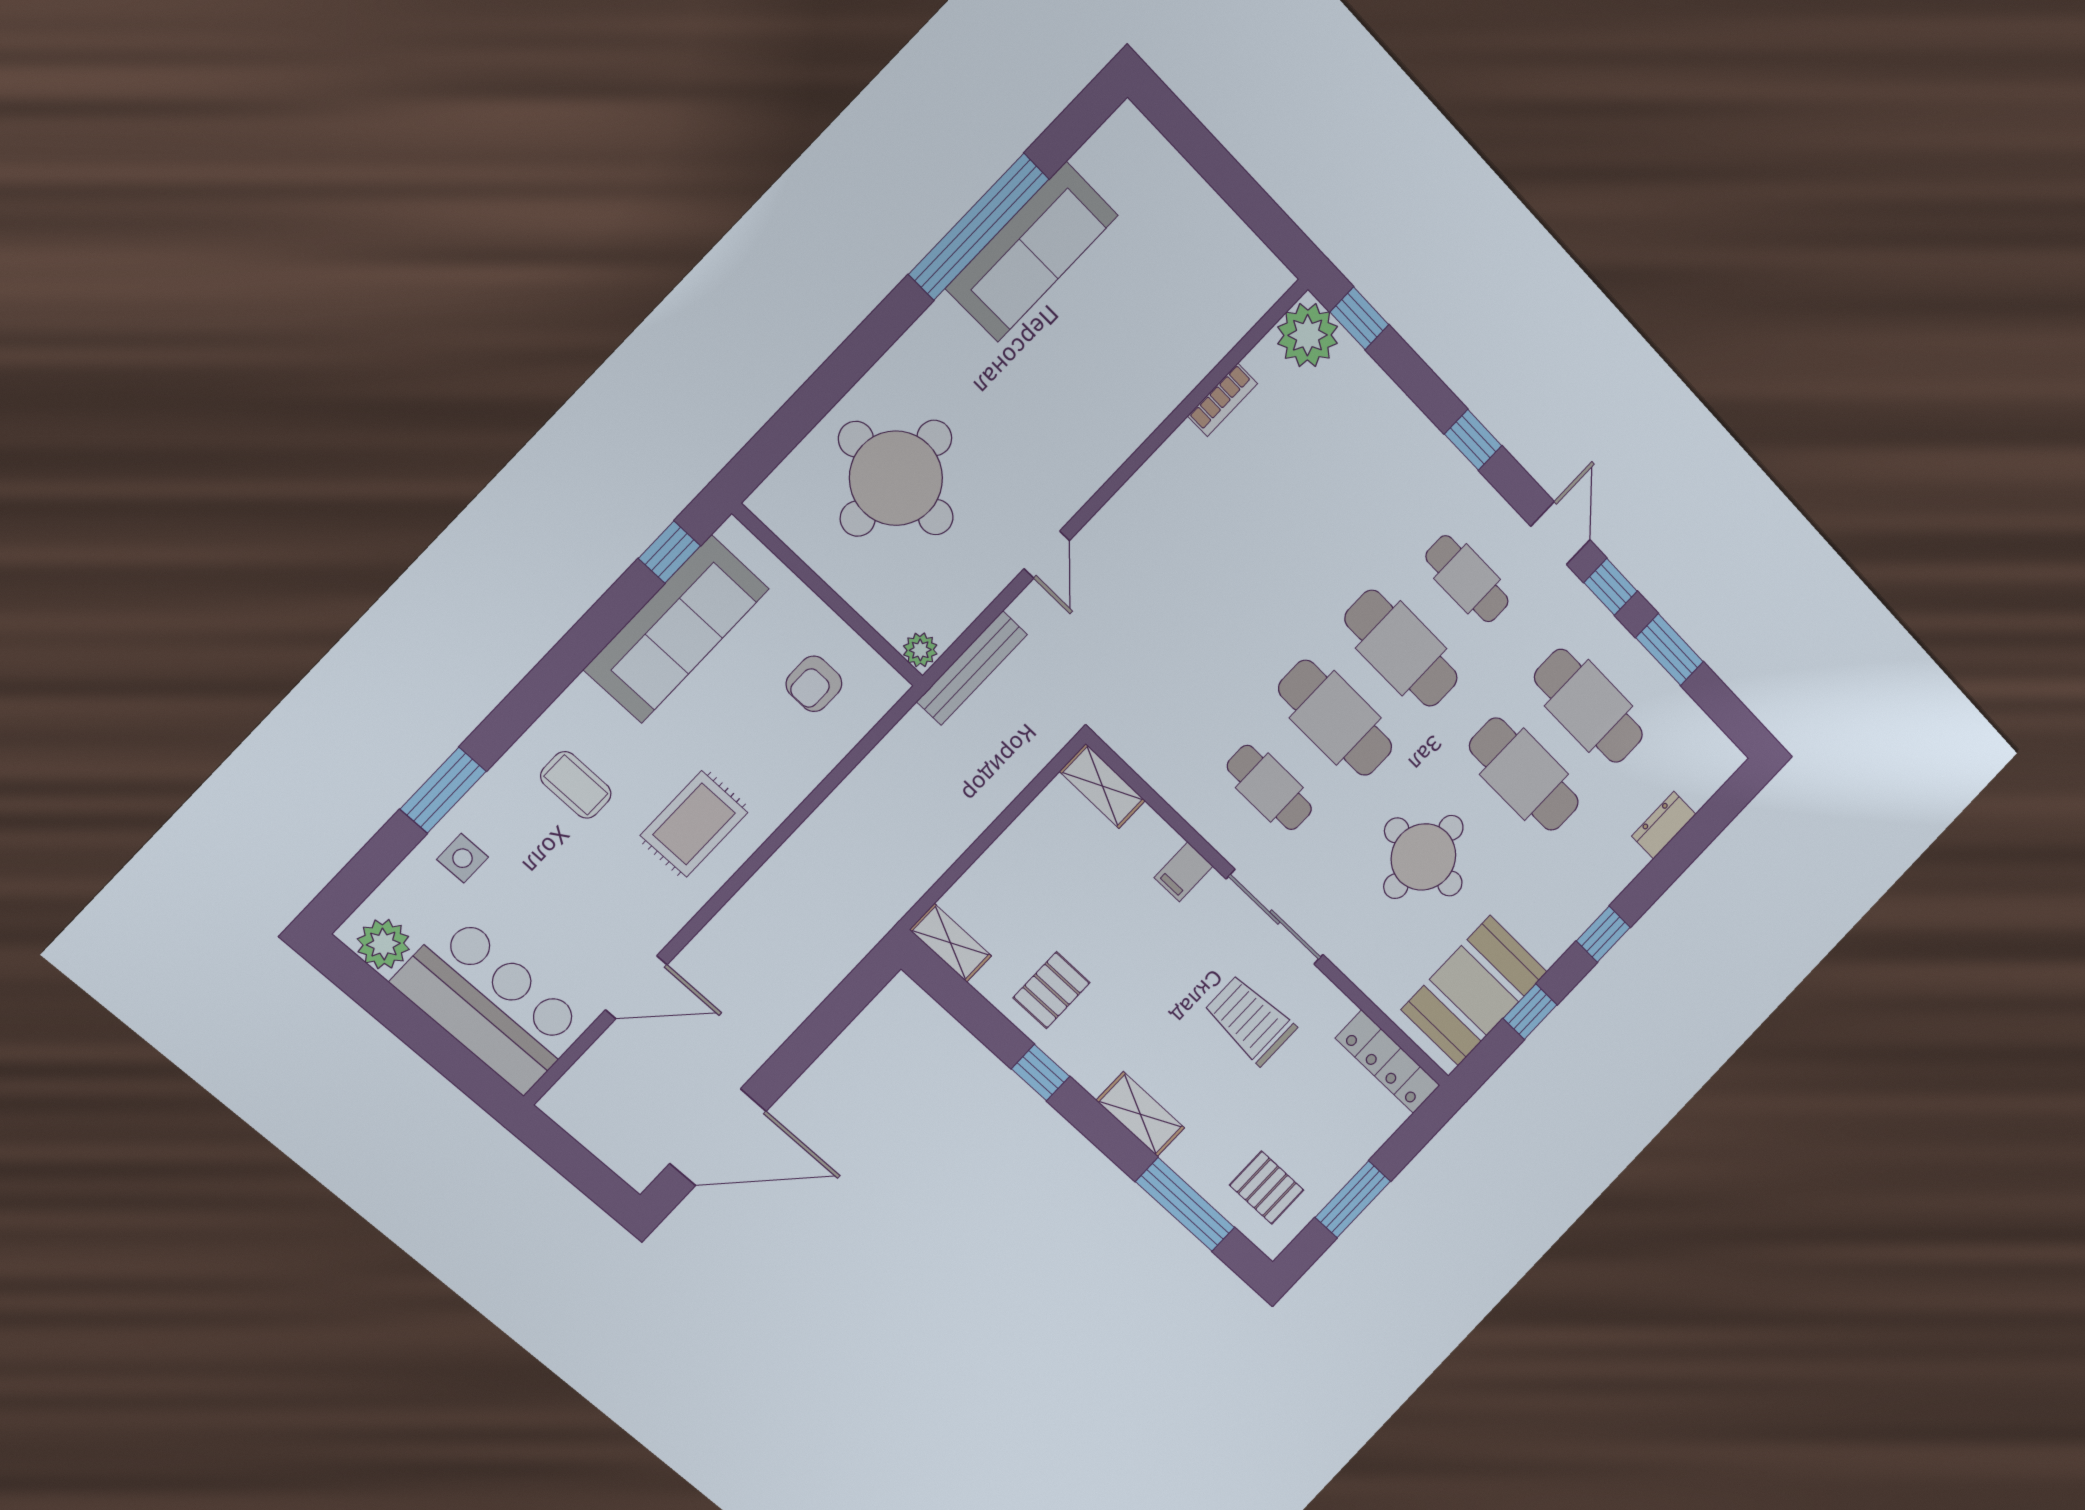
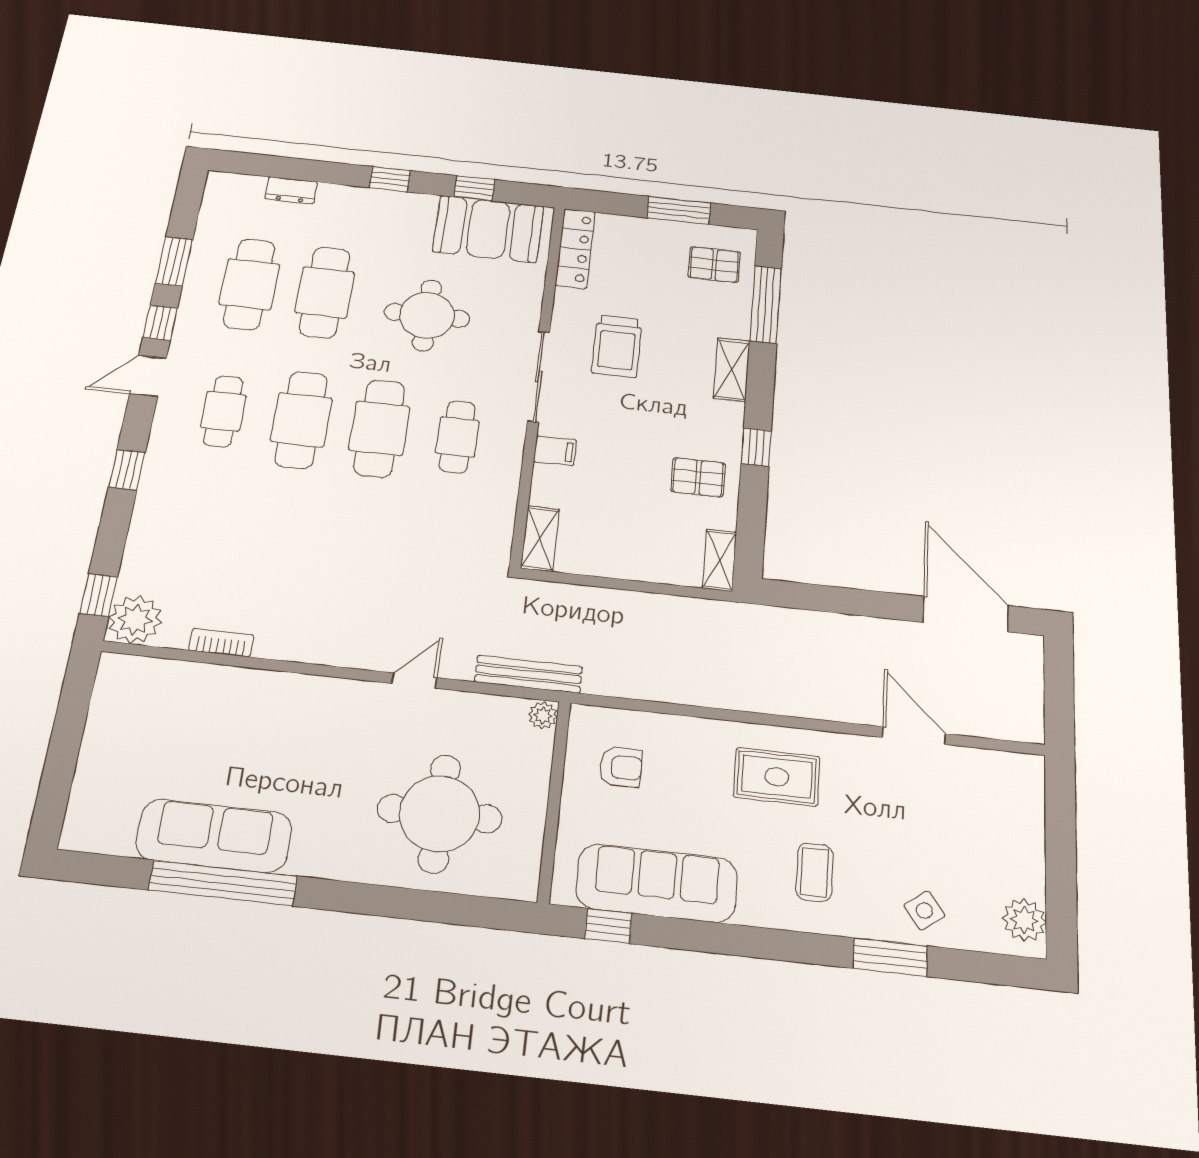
side table: (462, 858) -> (924, 910), turned -37
bar counter: (490, 1004) -> (1004, 821), removed
pallet: (1267, 1188) -> (714, 265), turned 90

